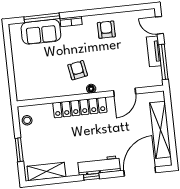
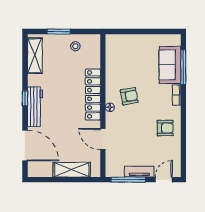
stool: (27, 120) -> (75, 46), moved
shelving: (160, 130) -> (72, 170), width x0.68

